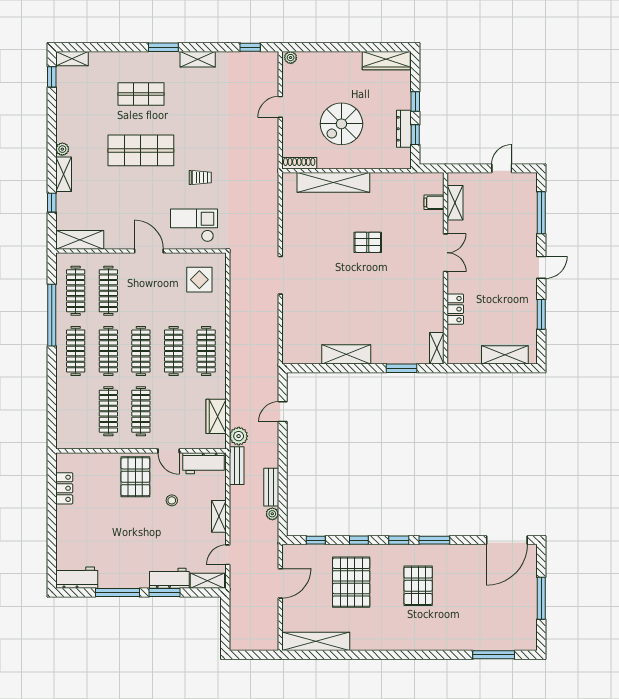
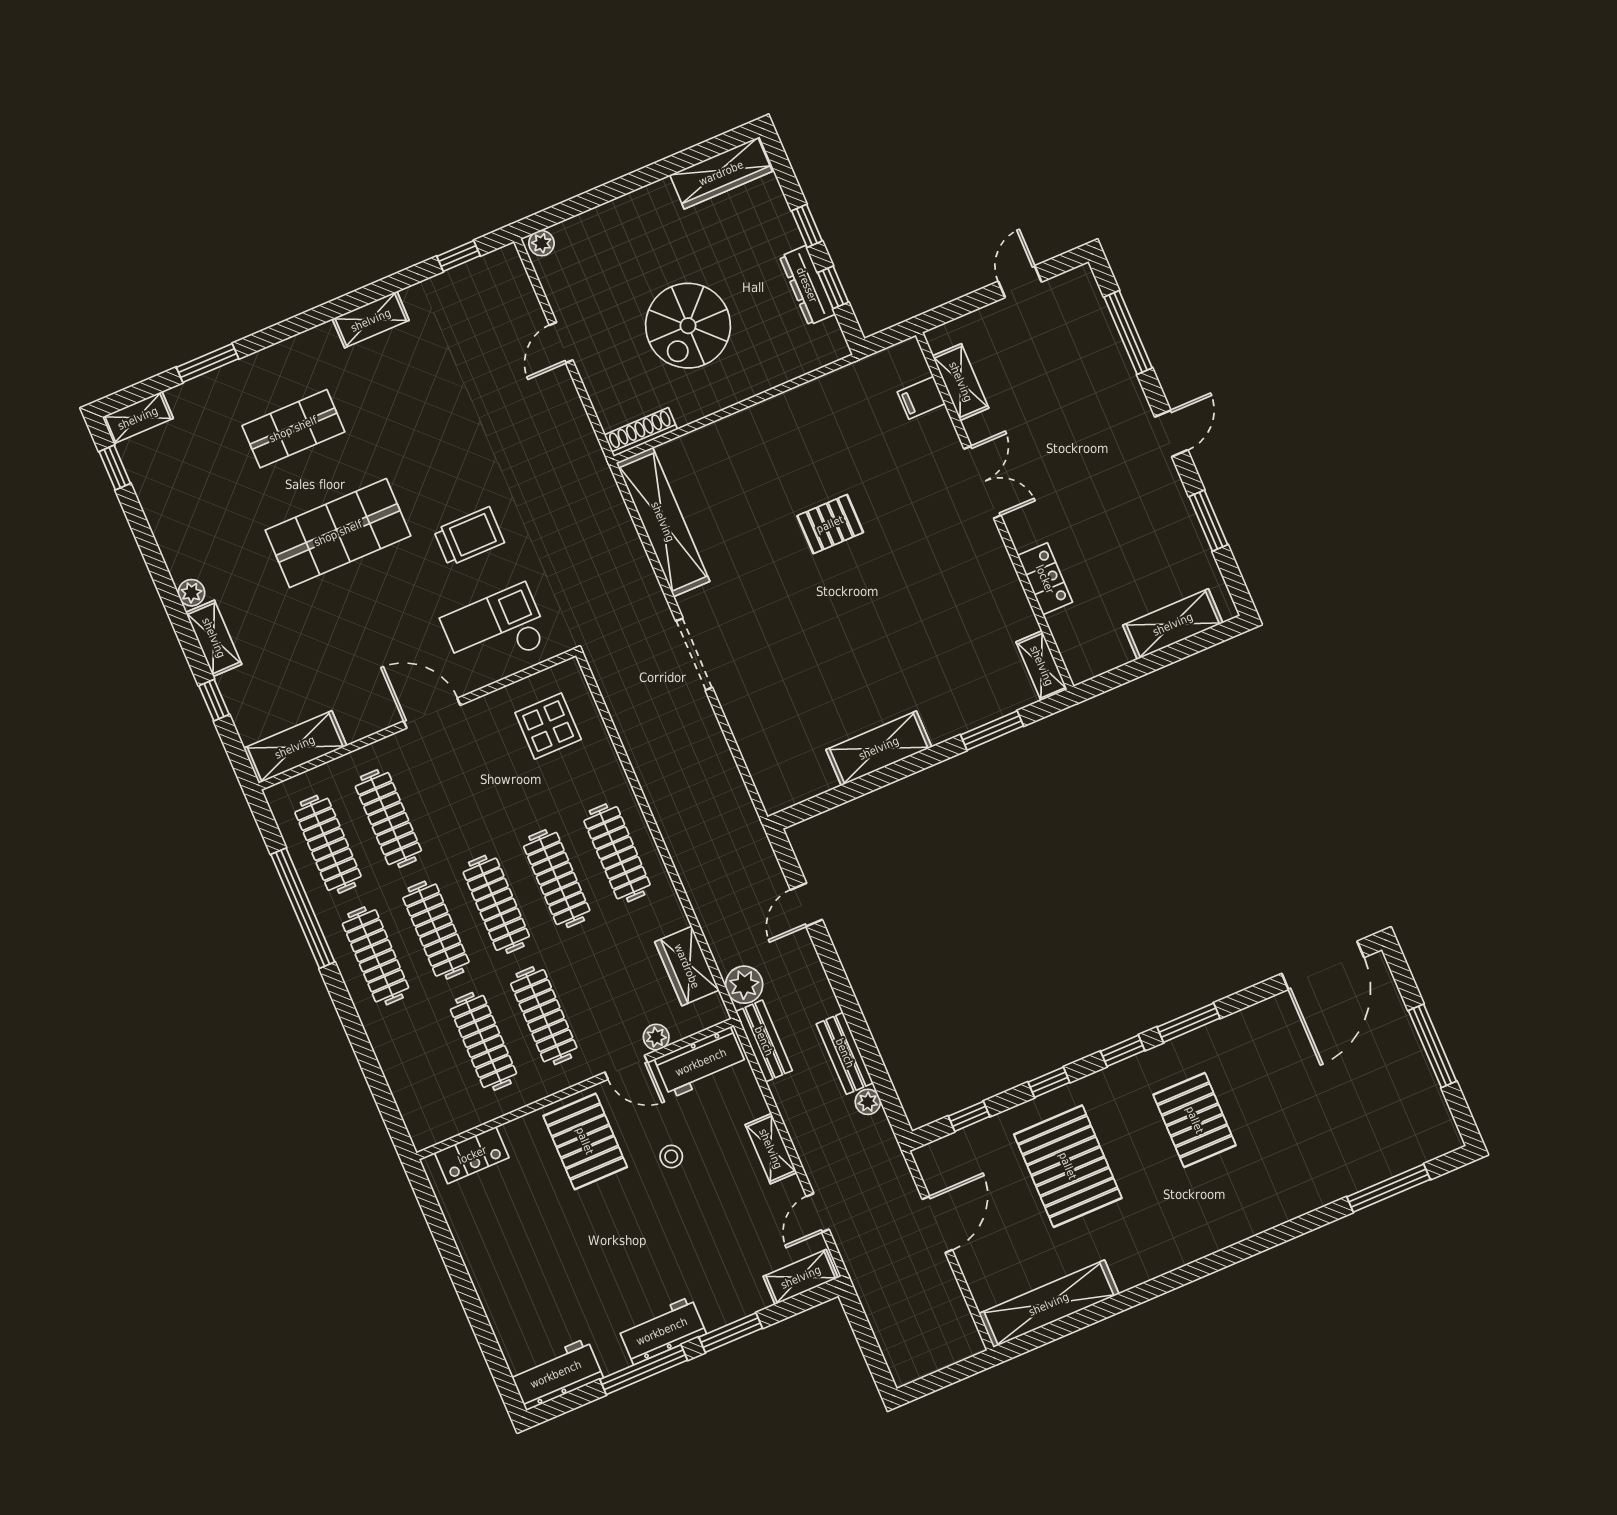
window: (163, 47) -> (208, 363), moved
trolley: (200, 177) -> (469, 536), width x1.36, depth x1.39
shelving: (333, 182) -> (663, 522), moved, turned 90
plant: (188, 443) -> (656, 1037), added
locker: (64, 488) -> (472, 1155), moved, turned 90
workbench: (169, 578) -> (662, 1331), moved

